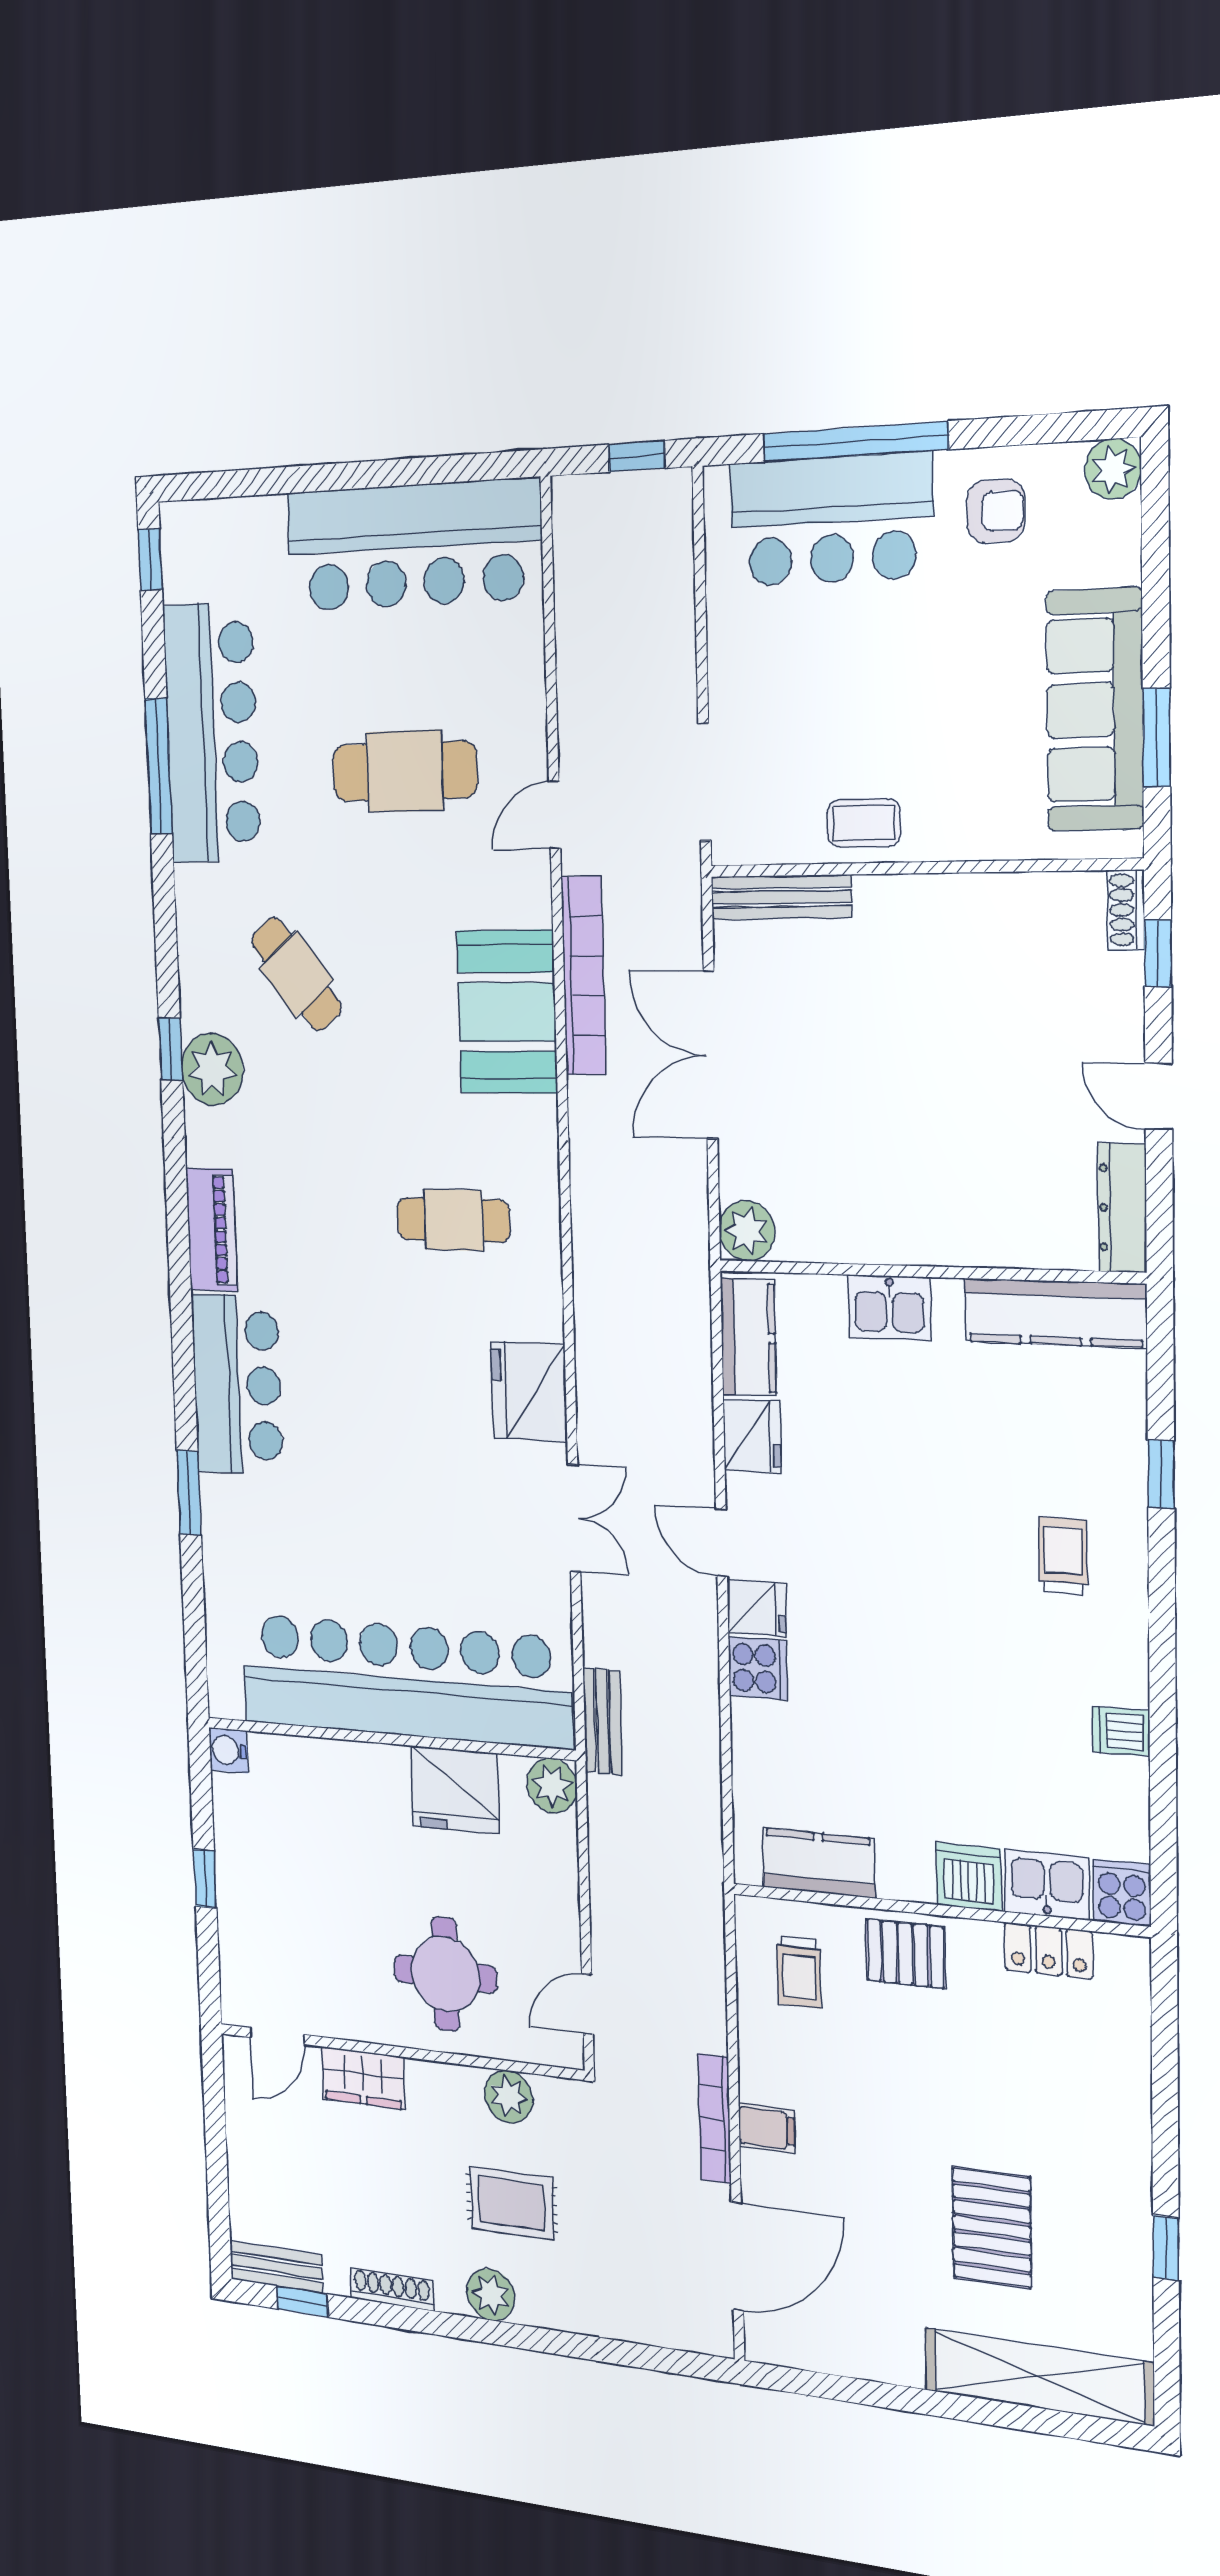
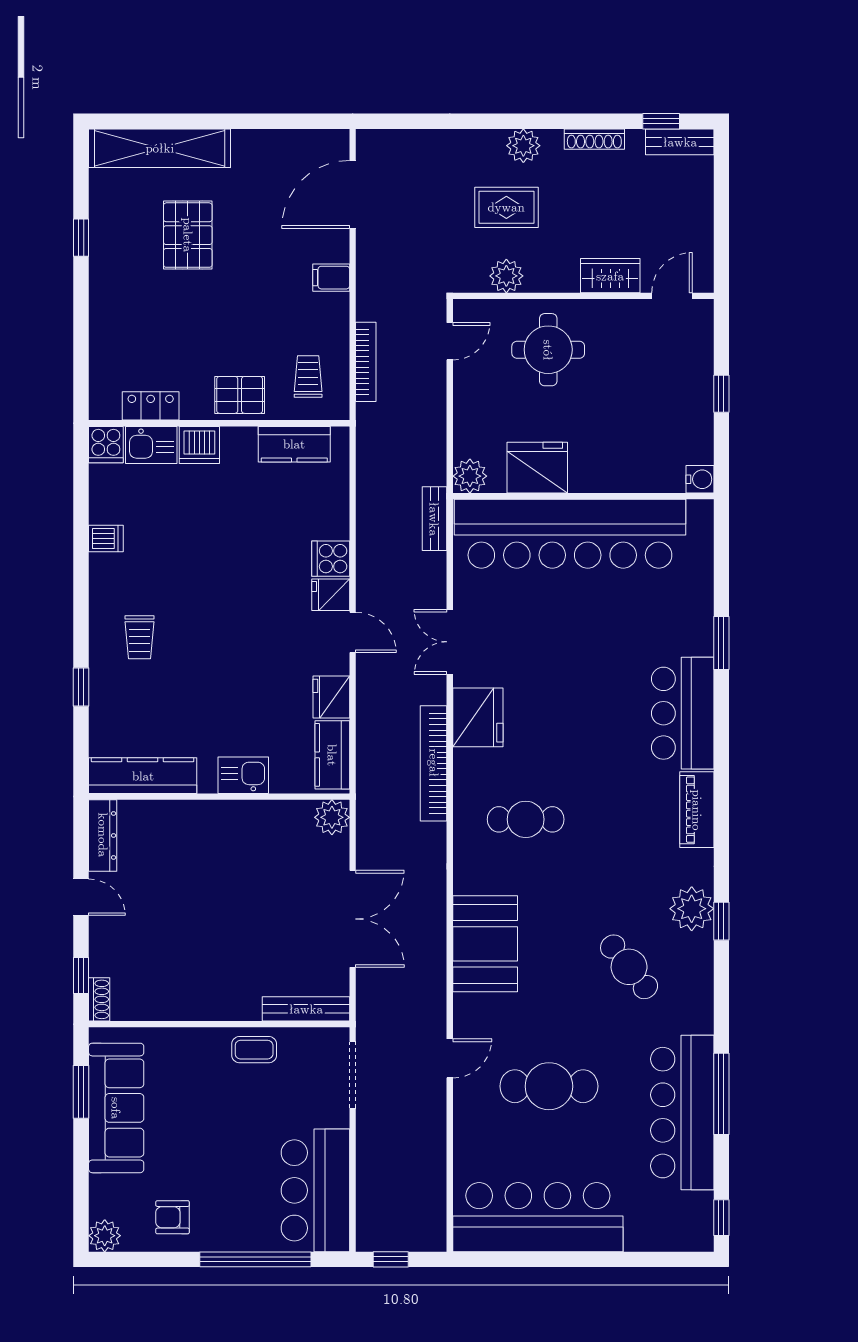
bar counter: (831, 520) -> (315, 1190), moved, turned -90
bookcase: (584, 976) -> (434, 763), moved
bookcase: (714, 2119) -> (366, 362), moved

